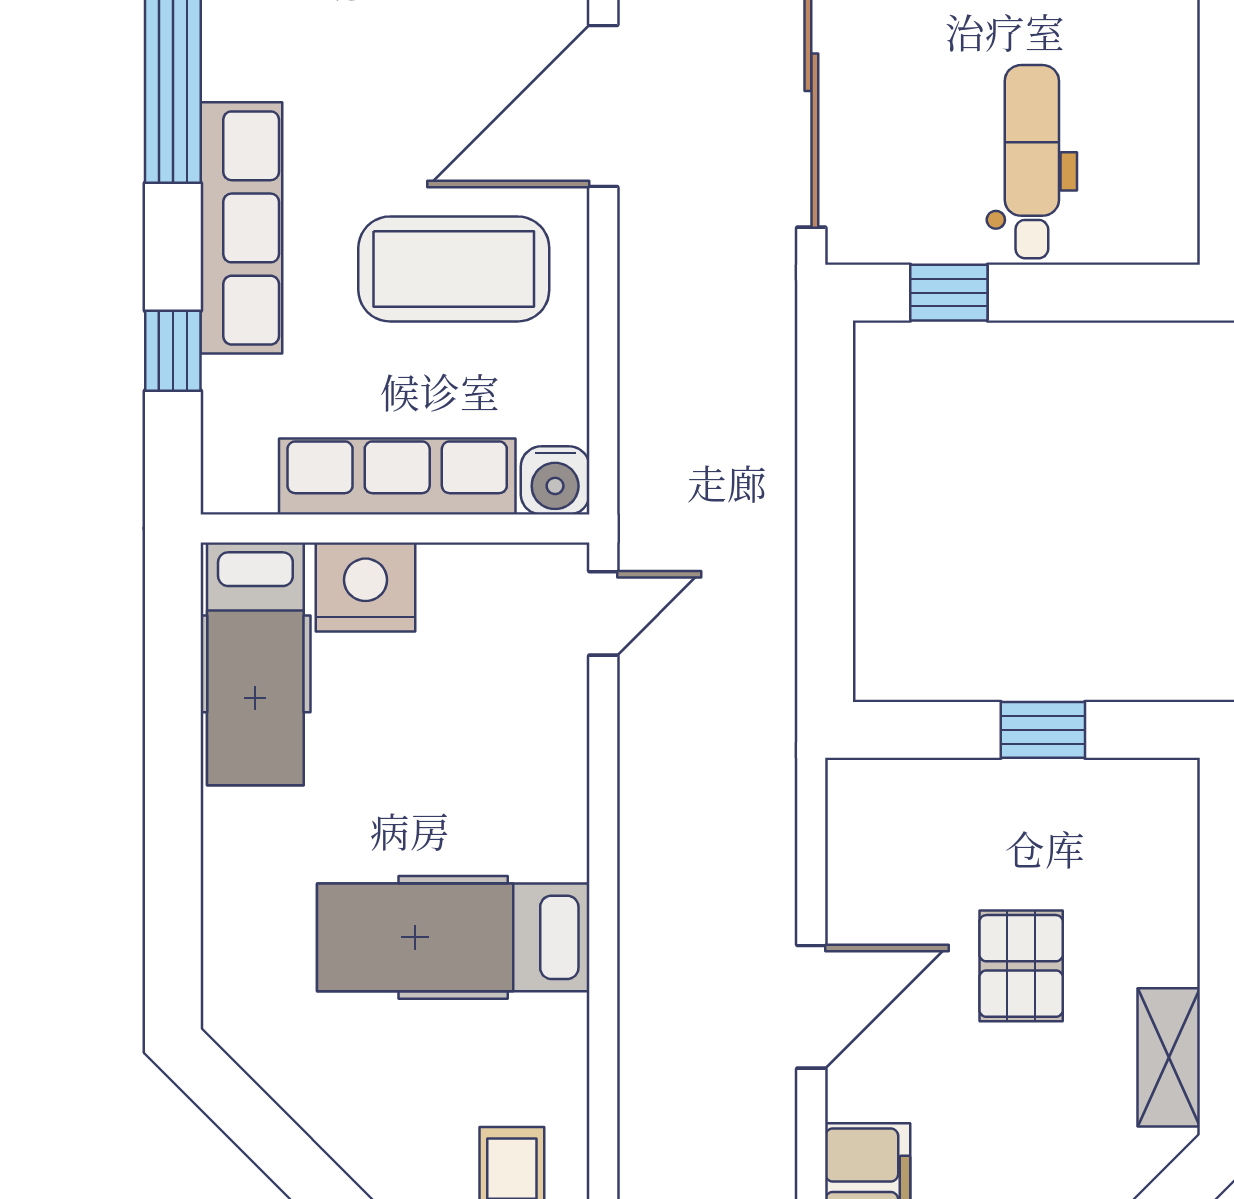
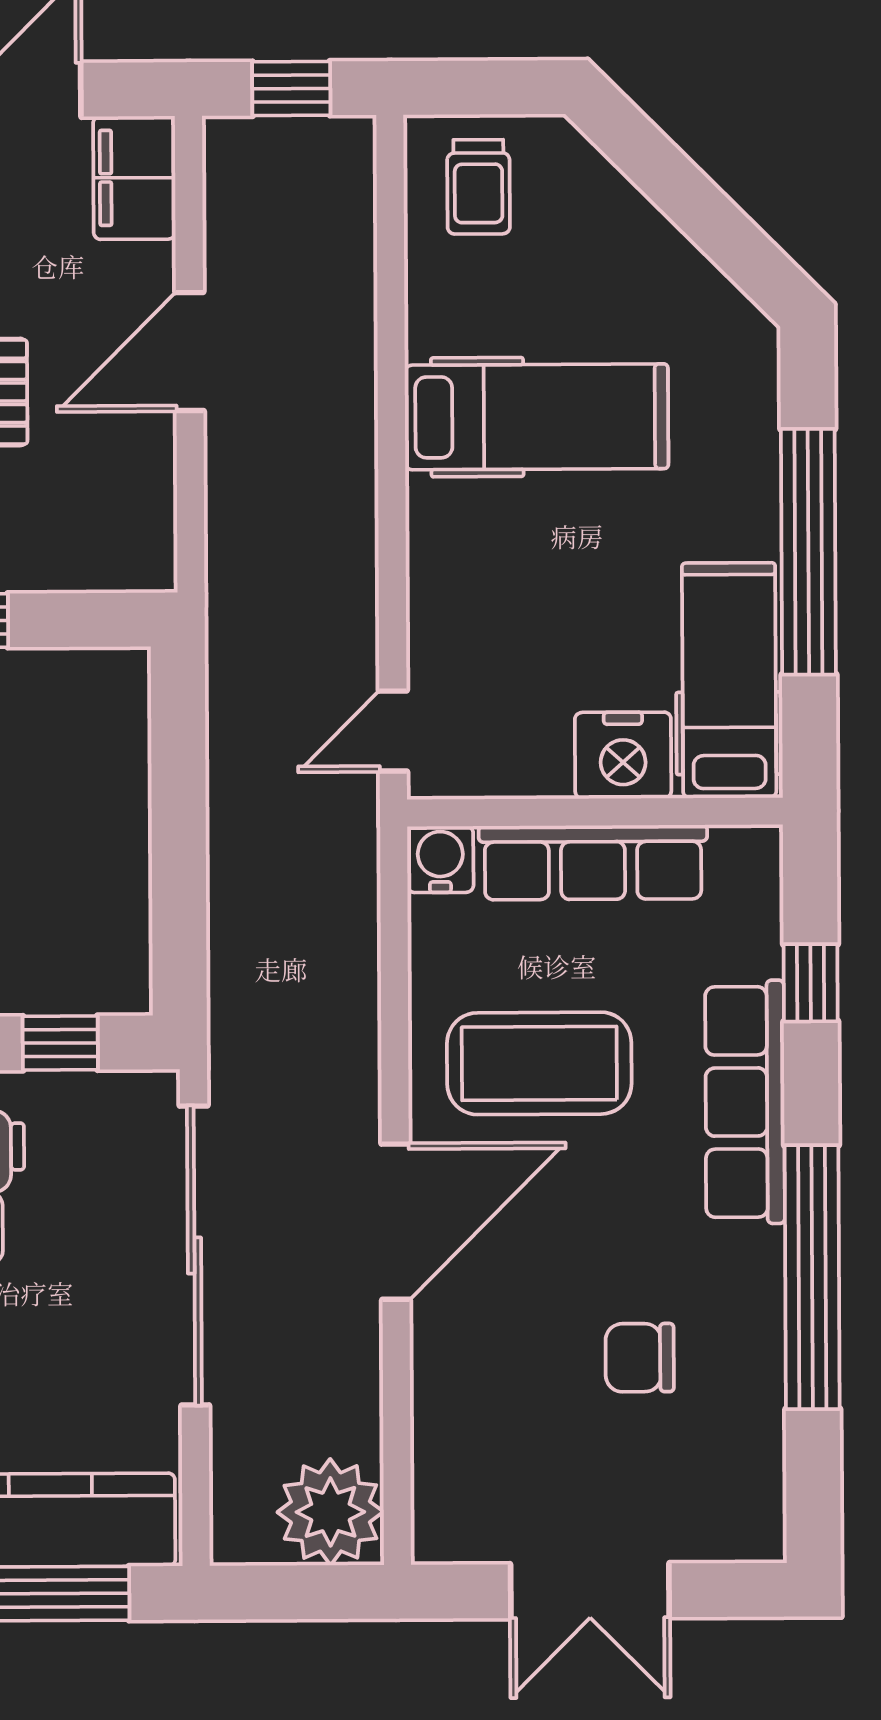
window: (173, 796) -> (808, 552), added

